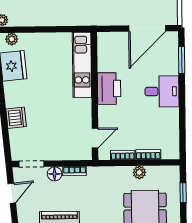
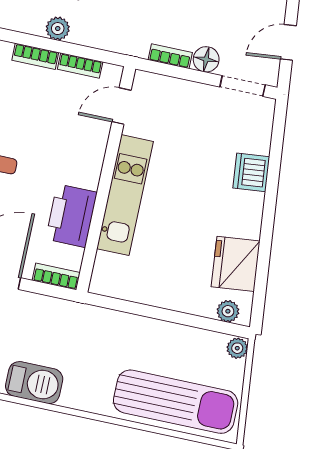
bookcase: (110, 37) -> (56, 276), added
kitchen unit: (82, 65) -> (125, 195), moved
printer: (109, 89) -> (71, 216), moved

